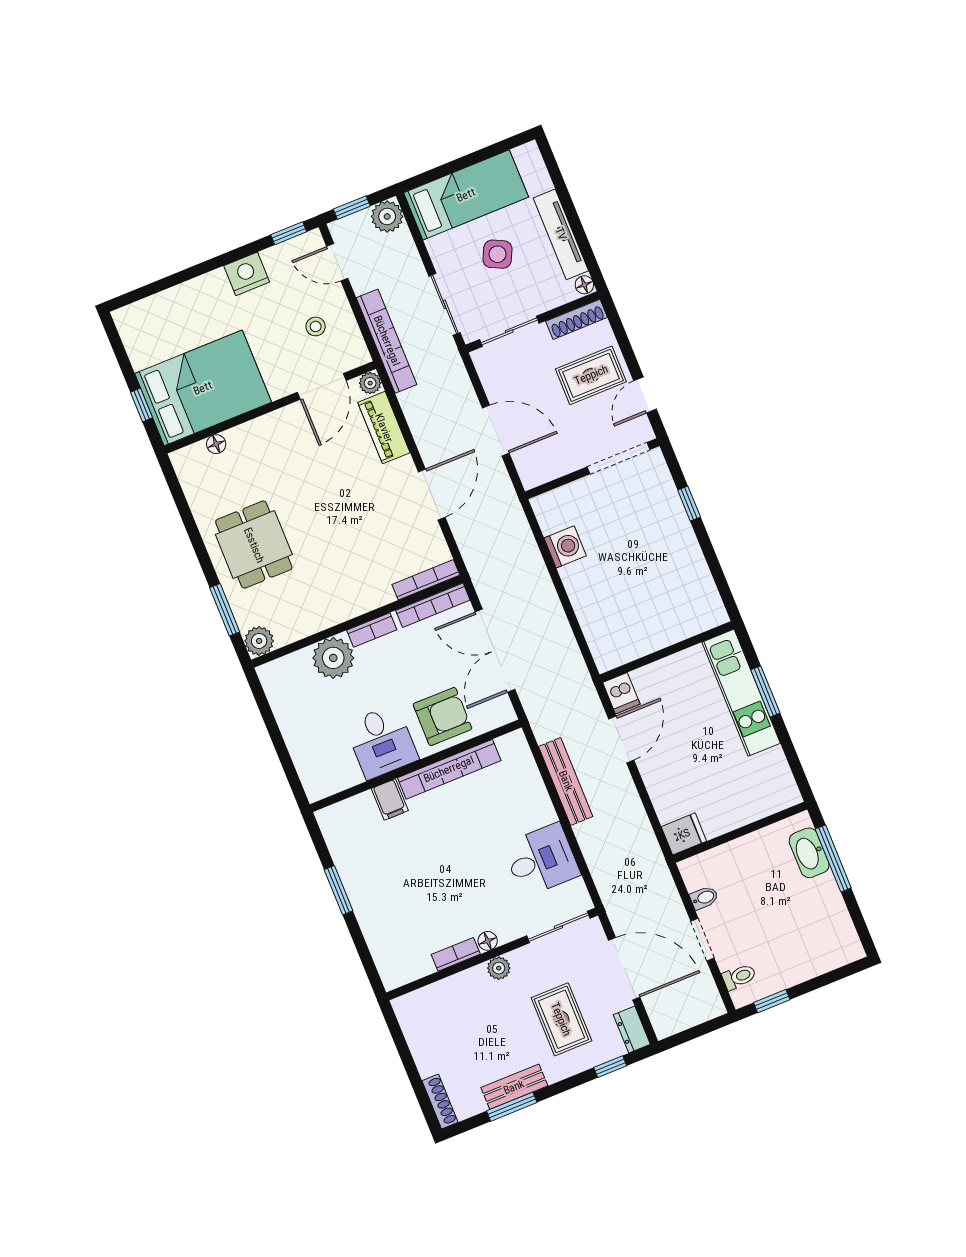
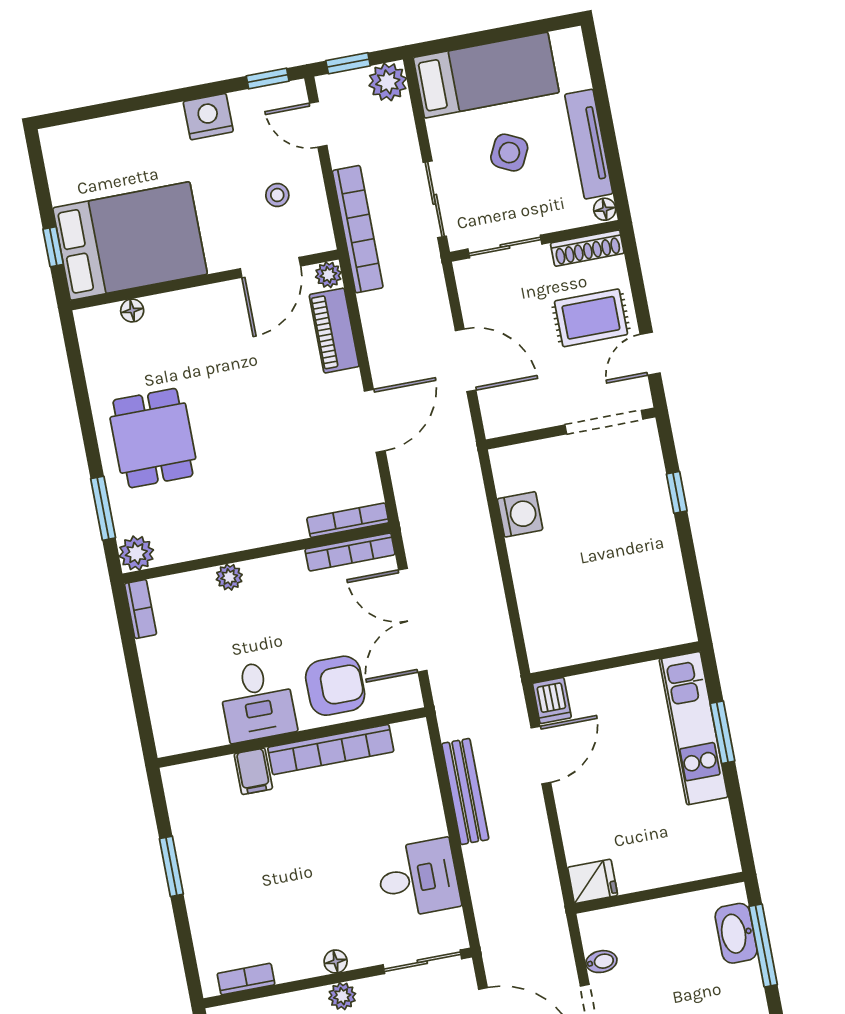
bookcase: (372, 630) -> (141, 609), moved, turned -90
plant: (333, 658) -> (229, 577), width x0.53, depth x0.53
bookcase: (456, 954) -> (246, 979), moved

